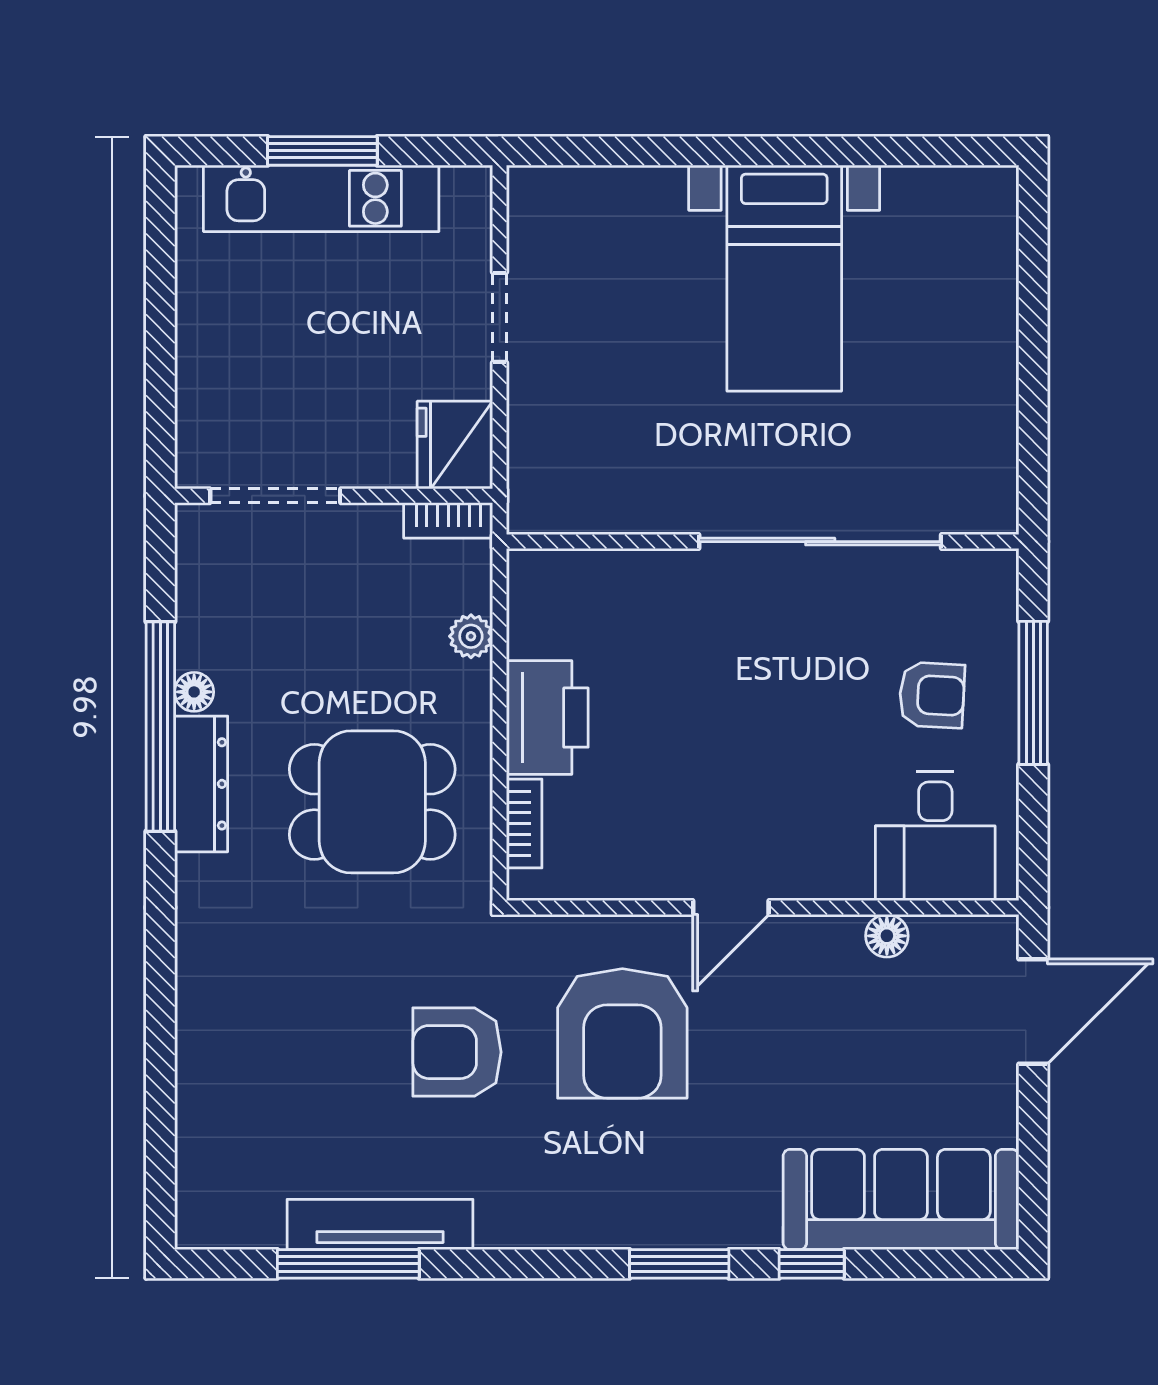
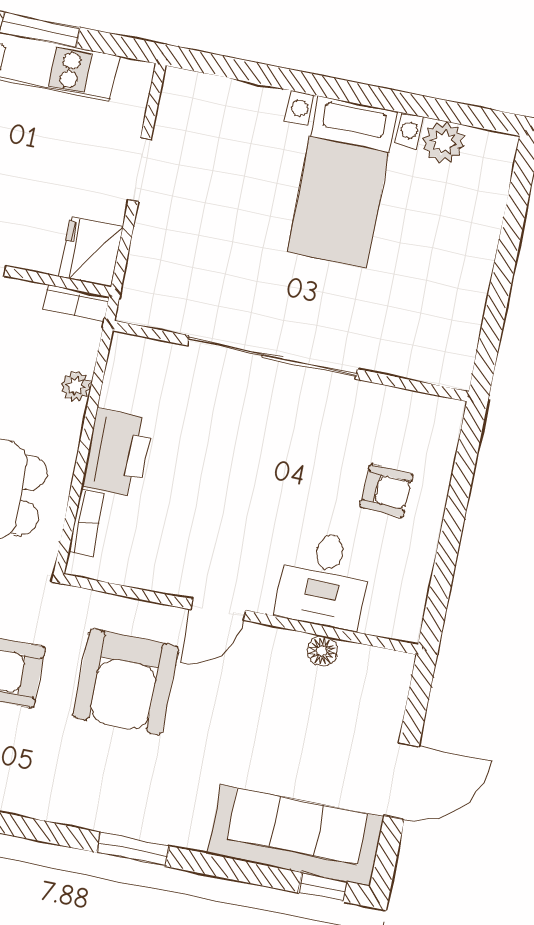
plant: (914, 195) -> (443, 142), added
sliding door: (820, 542) -> (272, 357), moved
window: (1033, 693) -> (457, 503), removed
desk: (935, 836) -> (324, 580), moved
door: (1033, 1011) -> (401, 781), moved
window: (812, 1264) -> (322, 887), moved

